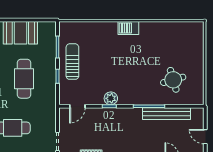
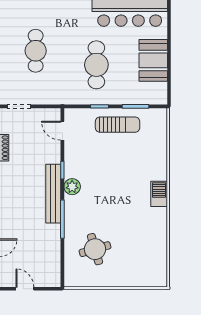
cafe table: (24, 79) -> (96, 65), turned 90
plant: (111, 98) -> (72, 187), moved
bench: (166, 114) -> (53, 194), moved
door: (205, 137) -> (25, 289), hinge flipped

